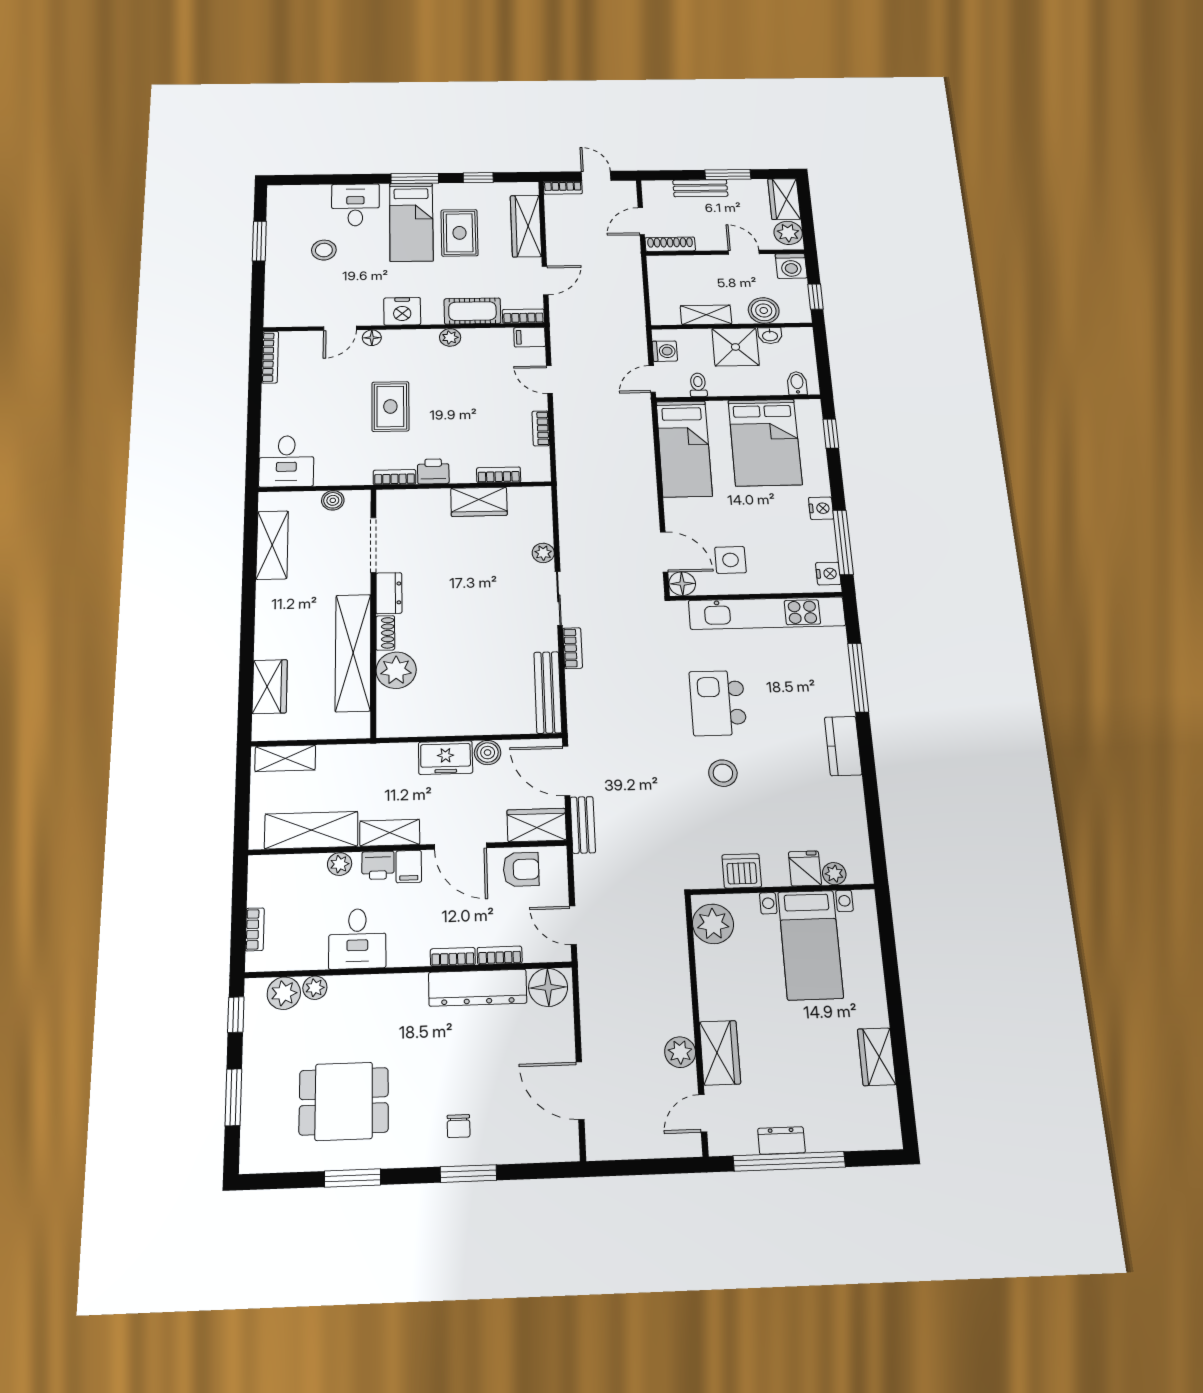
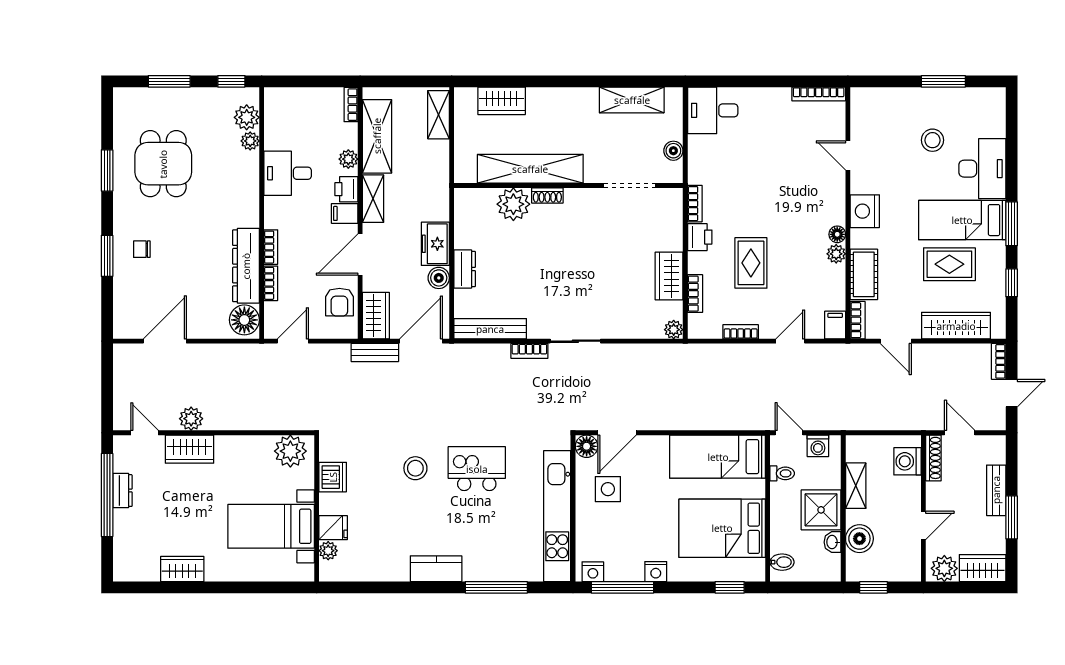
desk: (355, 205) -> (982, 169), width x1.37
washing machine: (791, 266) -> (907, 461), moved
floor lamp: (372, 338) -> (837, 234), moved
rug: (390, 406) -> (751, 263), moved, turned 90
plant: (543, 553) -> (674, 330), moved
dresser: (389, 593) -> (465, 269), moved, turned -90
bookcase: (255, 929) -> (351, 105), moved, turned 90

